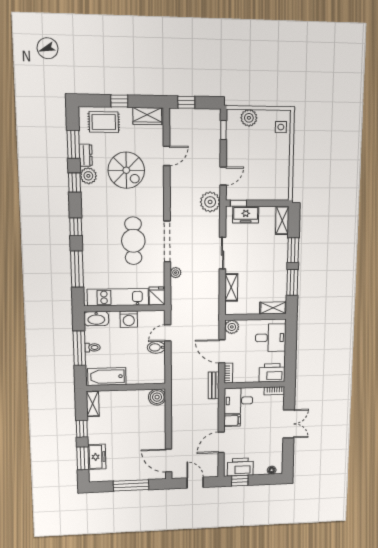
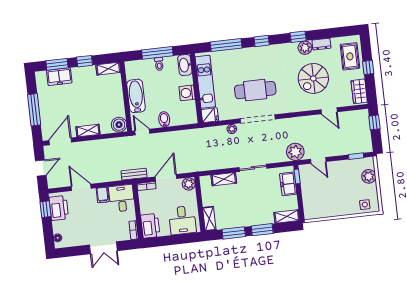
window: (73, 144) -> (329, 33), removed
door: (168, 333) -> (142, 132), moved
bathtub: (107, 377) -> (136, 96), moved
shelving: (160, 431) -> (88, 131), added

